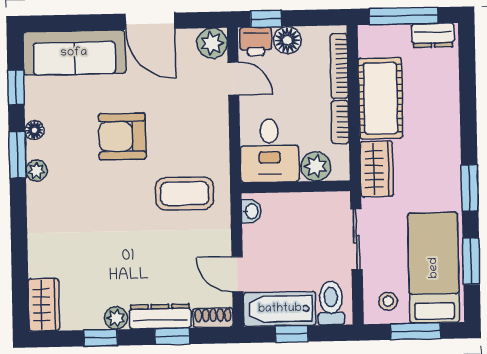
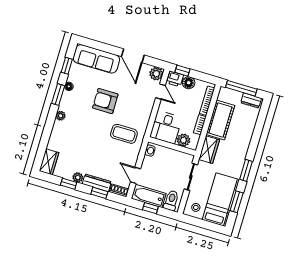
plant: (36, 171) -> (61, 116), moved
window: (415, 331) -> (203, 224), removed

